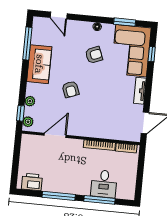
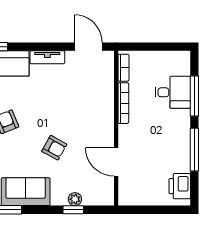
armchair: (71, 89) -> (54, 148), turned 50
window: (20, 113) -> (73, 210), moved
plant: (28, 122) -> (102, 199), removed

